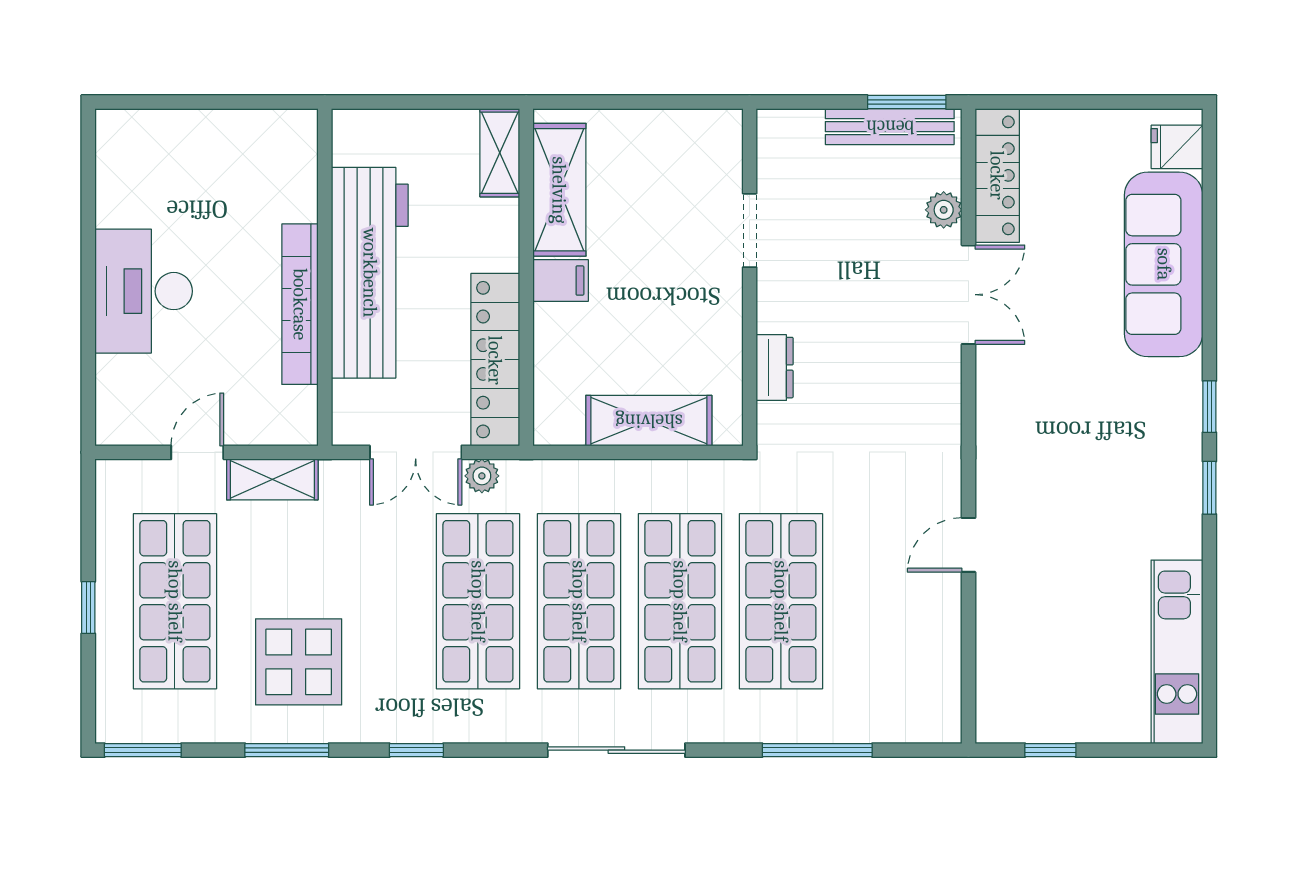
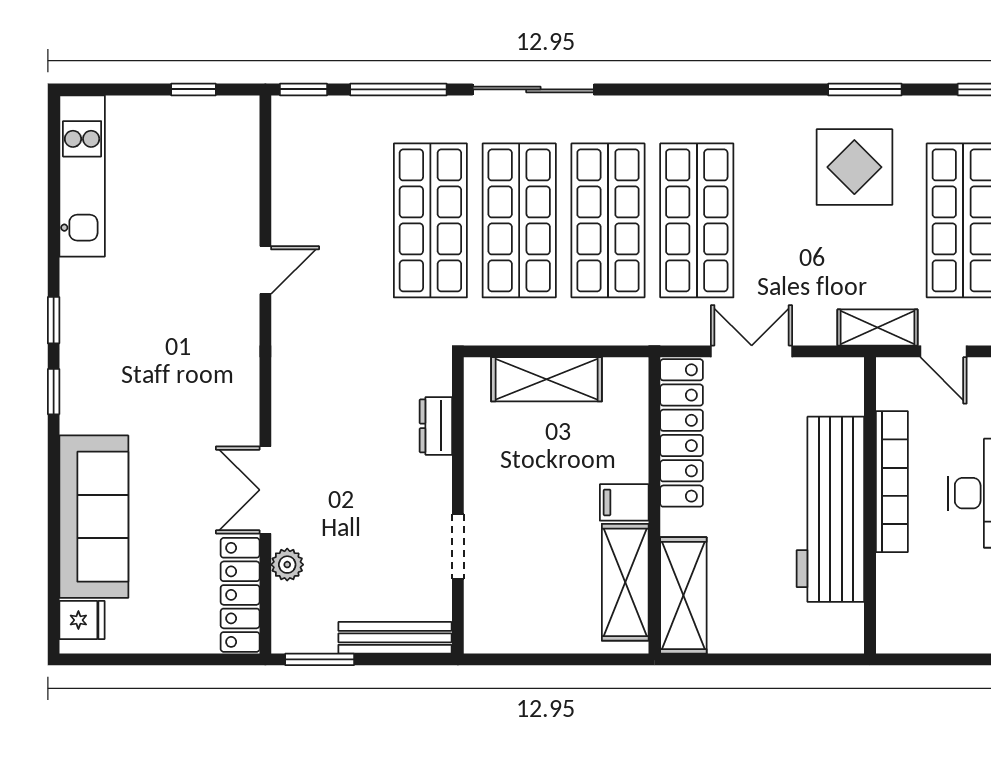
bench: (890, 127) -> (395, 638), moved
shelving: (500, 153) -> (683, 595), width x1.50, depth x1.33
workbench: (370, 273) -> (830, 509), moved
wall: (325, 277) -> (870, 505), moved
bookcase: (300, 304) -> (892, 482), moved
door: (197, 452) -> (944, 351), hinge flipped
plant: (482, 476) -> (693, 331), removed
window: (416, 750) -> (303, 89), moved
sliding door: (616, 750) -> (533, 89), moved

